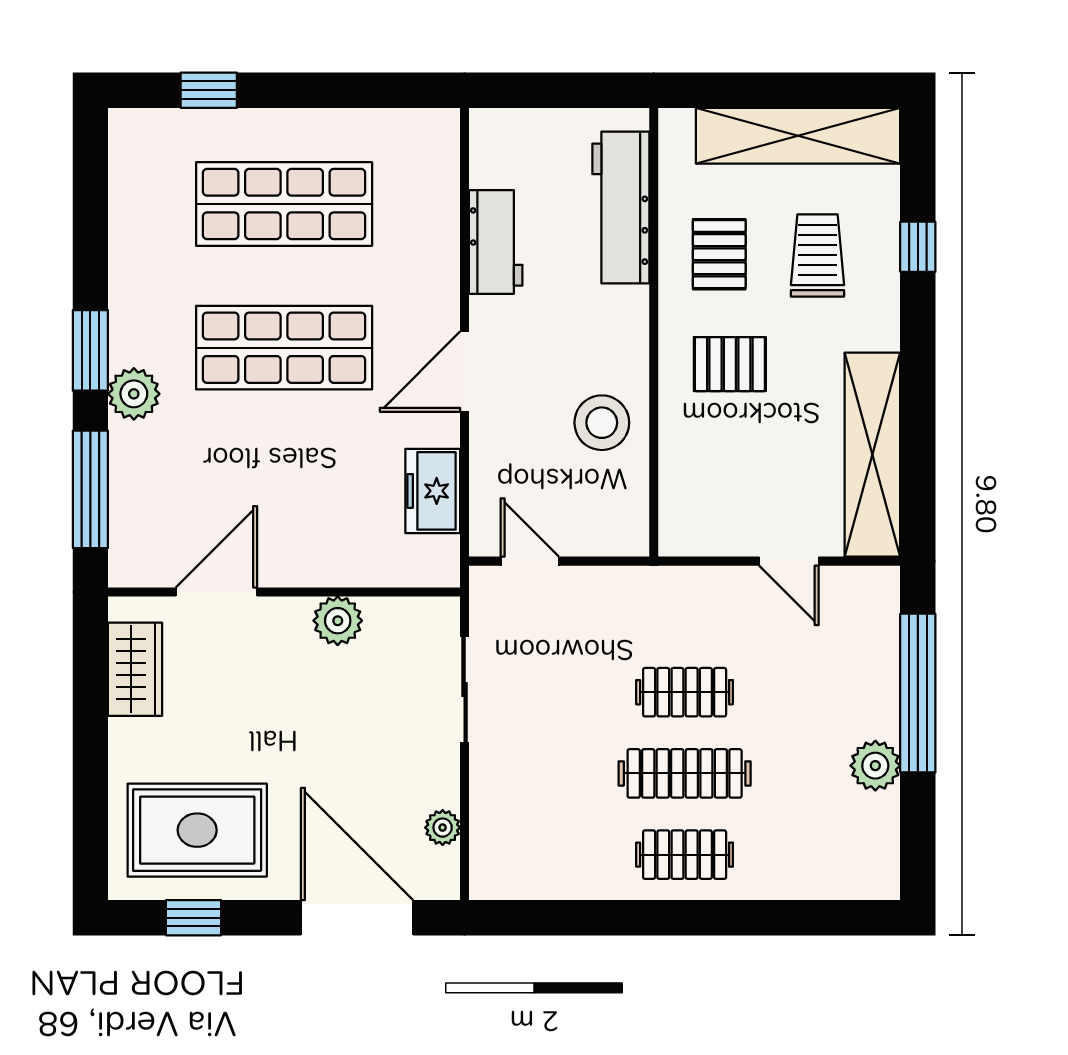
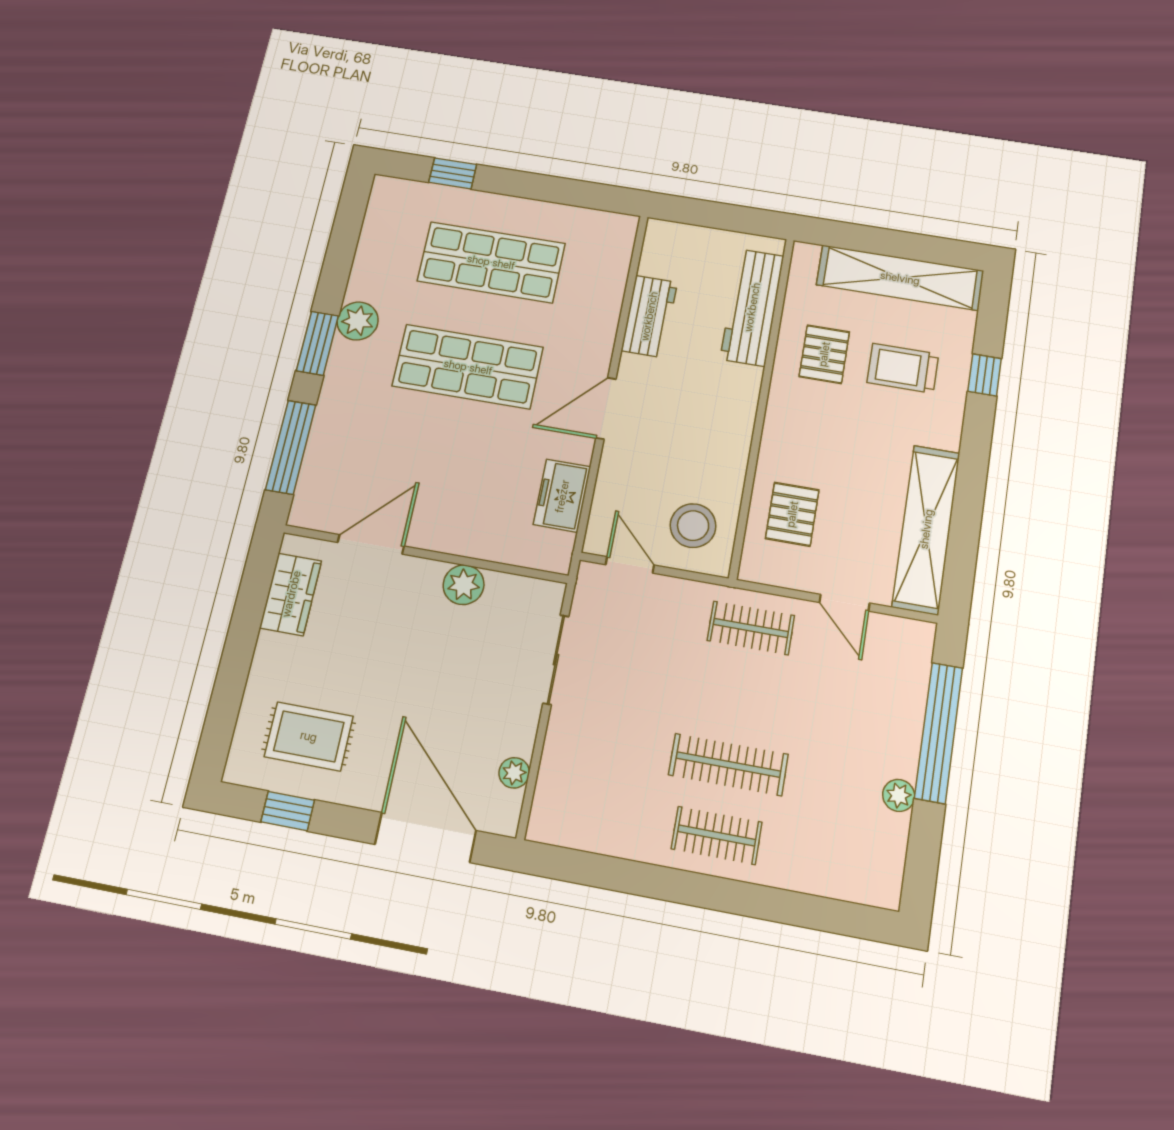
trolley: (817, 256) -> (903, 368), turned -90
pallet: (730, 364) -> (792, 514), moved, turned 90
plant: (134, 394) -> (358, 321), moved
stool: (602, 423) -> (693, 526), moved
clothes rail: (685, 692) -> (751, 628), moved
plant: (875, 766) -> (899, 795), width x0.73, depth x0.73
rug: (197, 830) -> (309, 736), width x0.73, depth x0.70

